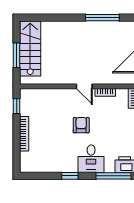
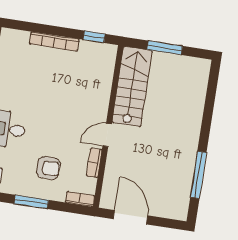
stairs: (30, 48) -> (132, 86), moved, turned -90
armchair: (81, 125) -> (48, 168), moved

